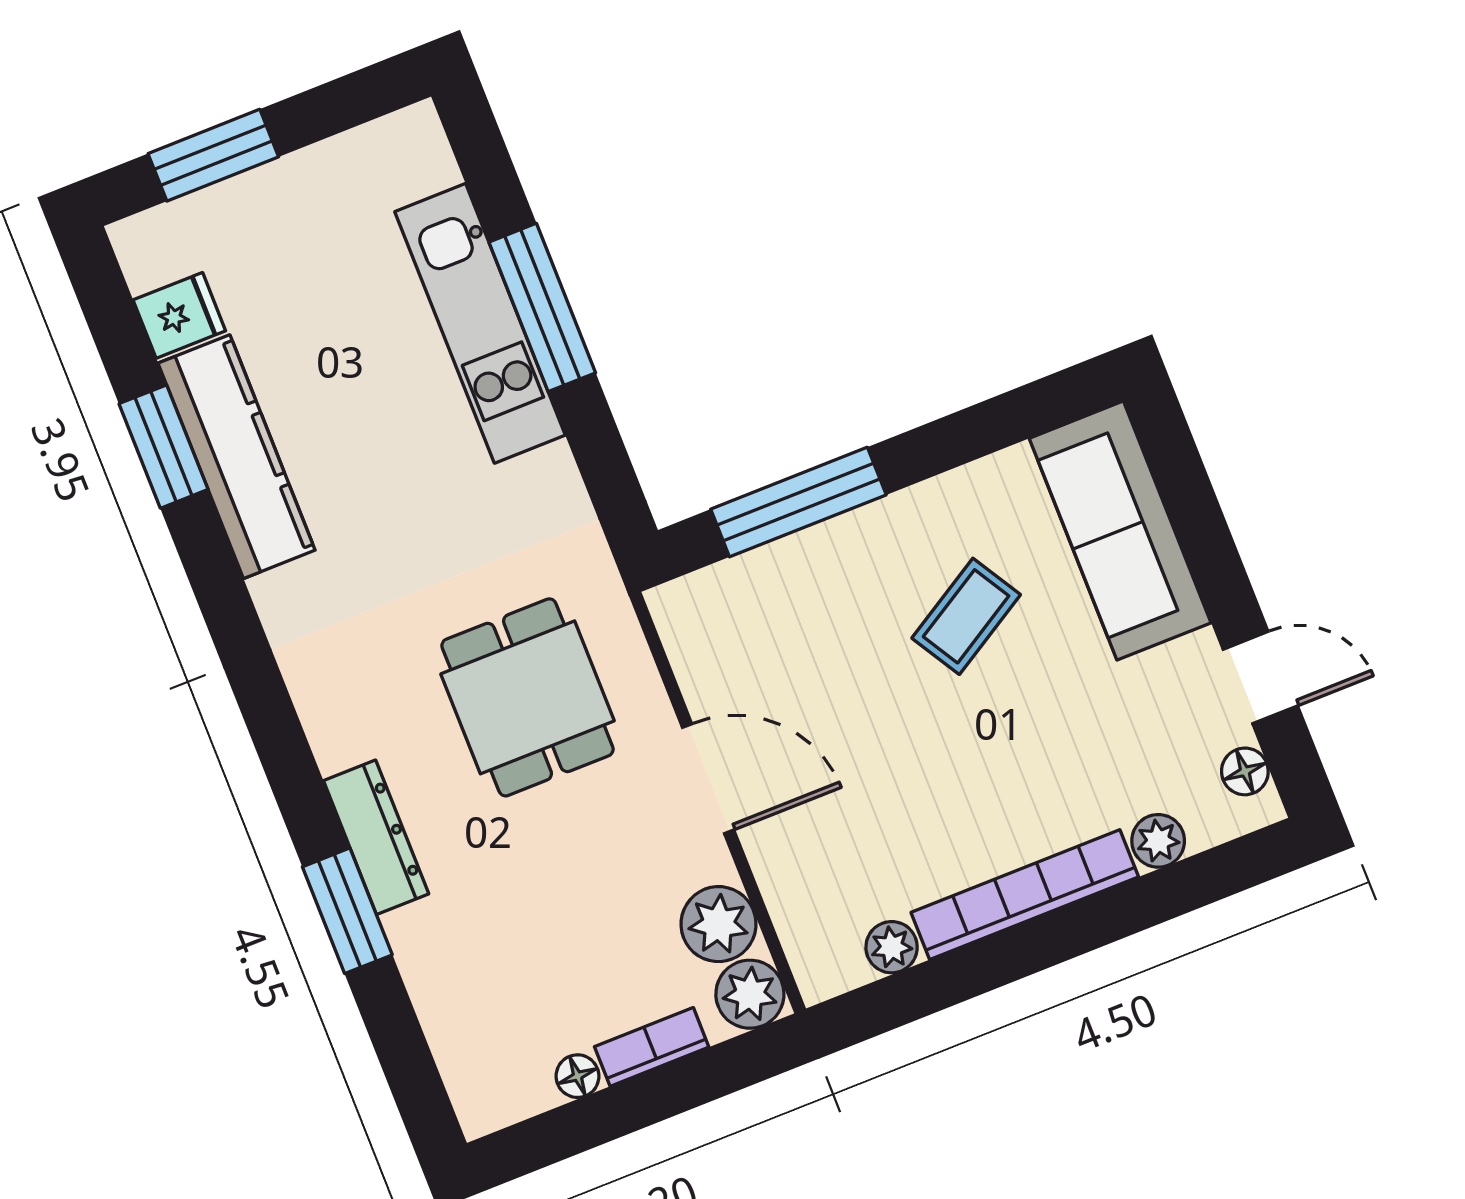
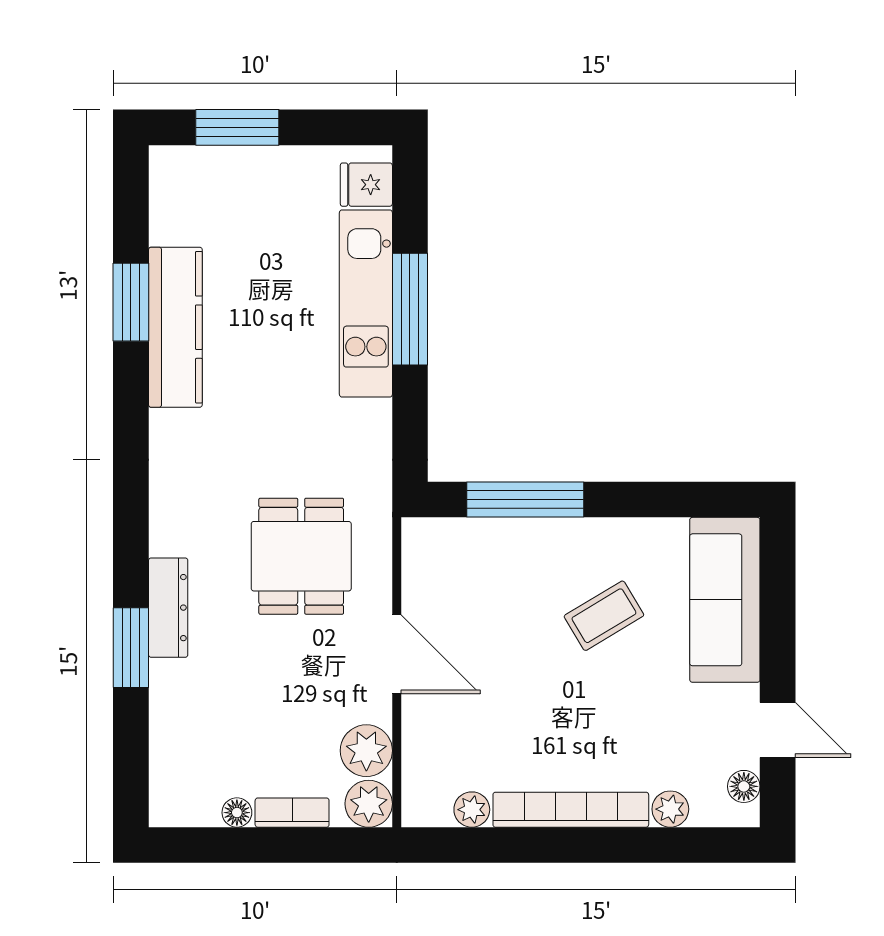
fridge: (179, 315) -> (366, 185), moved, turned 180

